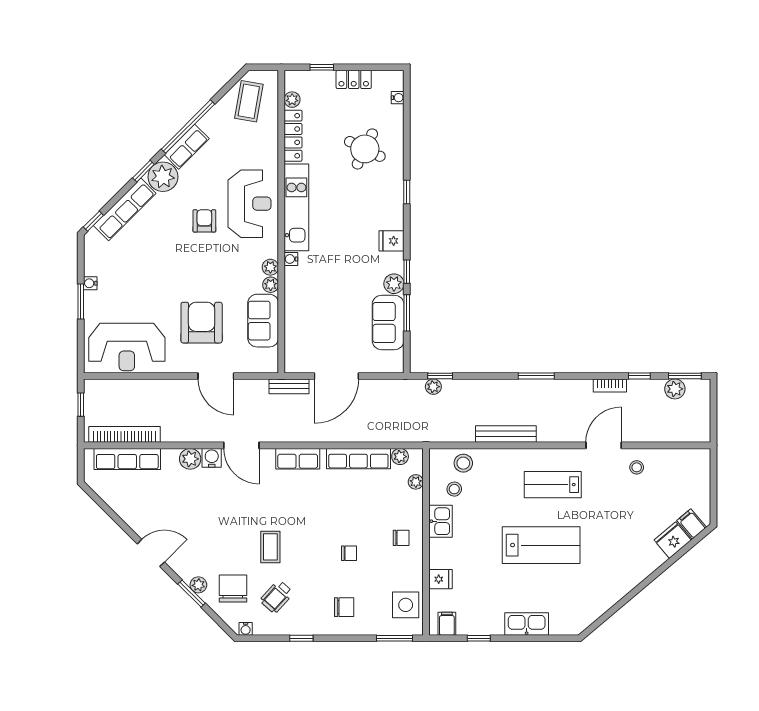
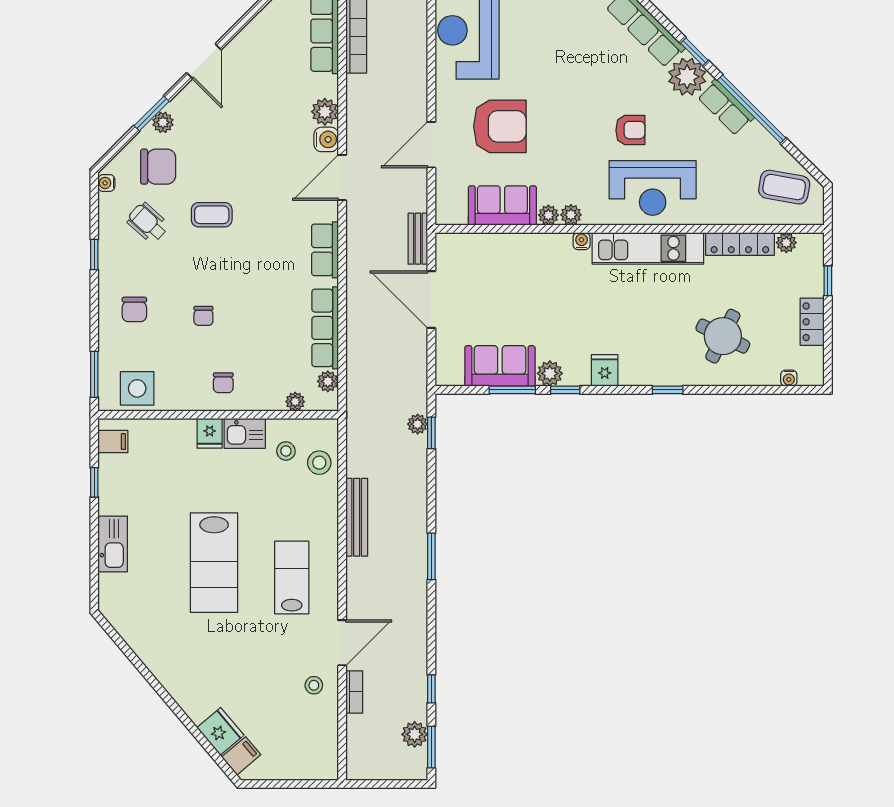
bookcase: (610, 385) -> (354, 692), moved, turned 180
door: (604, 445) -> (342, 643), hinge flipped
fridge: (441, 579) -> (210, 433), moved

